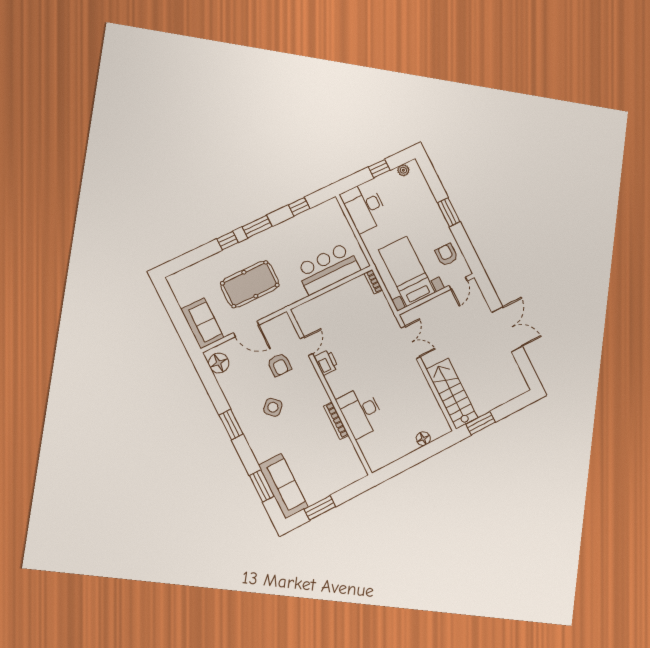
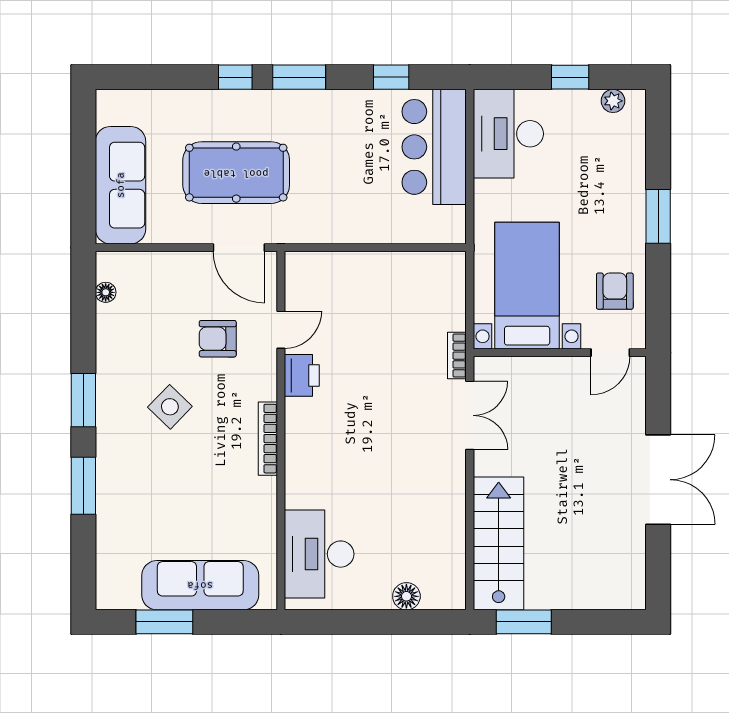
bar counter: (328, 269) -> (434, 147), moved, turned -90
bookcase: (373, 282) -> (457, 356), moved
sofa: (202, 323) -> (121, 185), width x1.36
door: (246, 329) -> (239, 248), moved
floor lamp: (219, 363) -> (106, 292), width x0.53, depth x0.53
armchair: (279, 365) -> (218, 339), turned 90
desk: (361, 412) -> (319, 554), moved
bookcase: (336, 421) -> (268, 439), moved
window: (262, 486) -> (83, 486), moved
sofa: (283, 486) -> (200, 585), moved, turned -90

